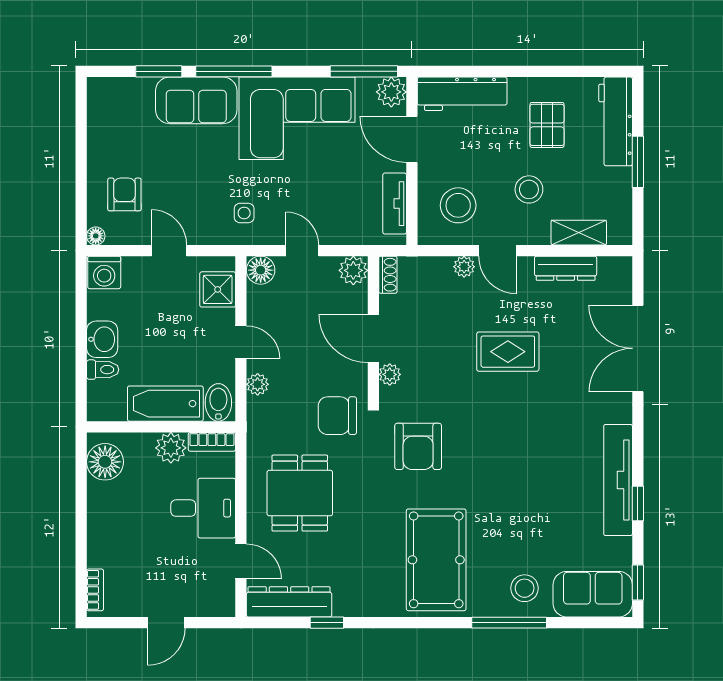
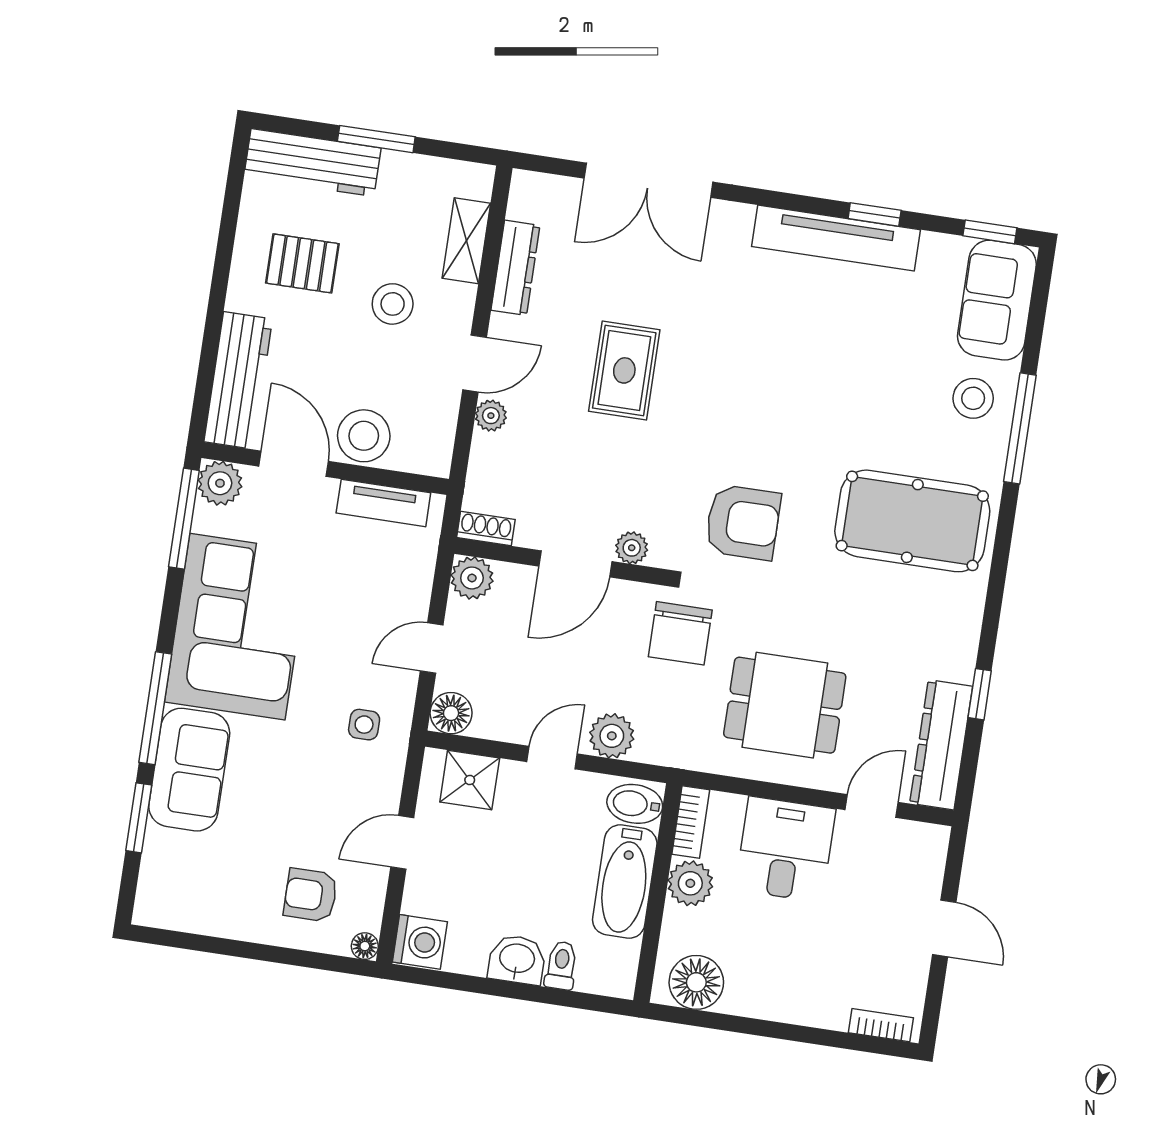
door: (412, 139) -> (294, 464), swing flipped
stool: (458, 205) -> (364, 436), moved
plant: (258, 384) -> (612, 736), width x1.38, depth x1.38

